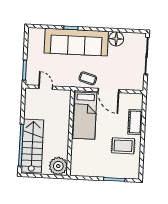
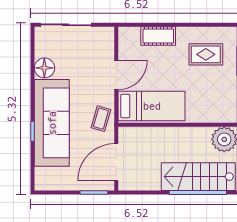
coffee table: (88, 78) -> (101, 119), moved
door: (46, 87) -> (116, 162), width x1.88
rug: (123, 146) -> (206, 54), moved, turned 90

